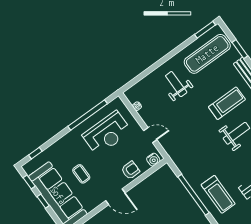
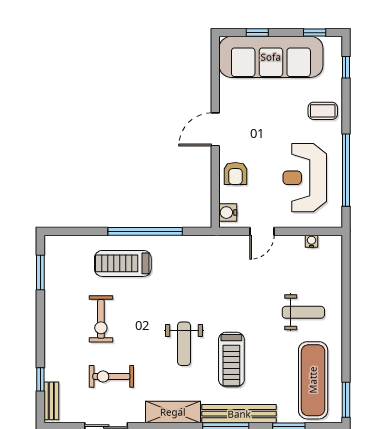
coffee table: (81, 174) -> (323, 111), moved
window: (43, 201) -> (257, 33), moved

